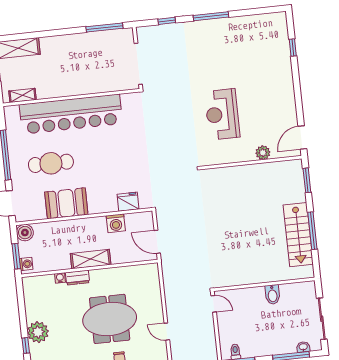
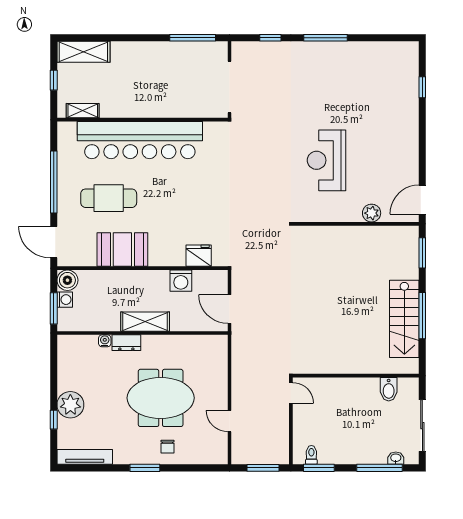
washing machine: (26, 264) -> (65, 300), moved
bidet: (272, 295) -> (389, 389), moved

